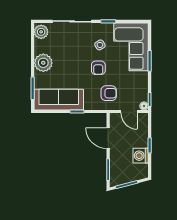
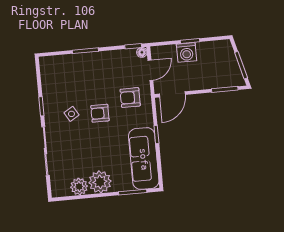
plant: (41, 32) -> (79, 187), moved
corner sofa: (131, 47) -> (70, 75), removed
armchair: (98, 68) -> (100, 113), turned 180
armchair: (109, 93) -> (130, 98), turned -90
door: (108, 138) -> (172, 94), moved
washing machine: (141, 156) -> (186, 52), moved

